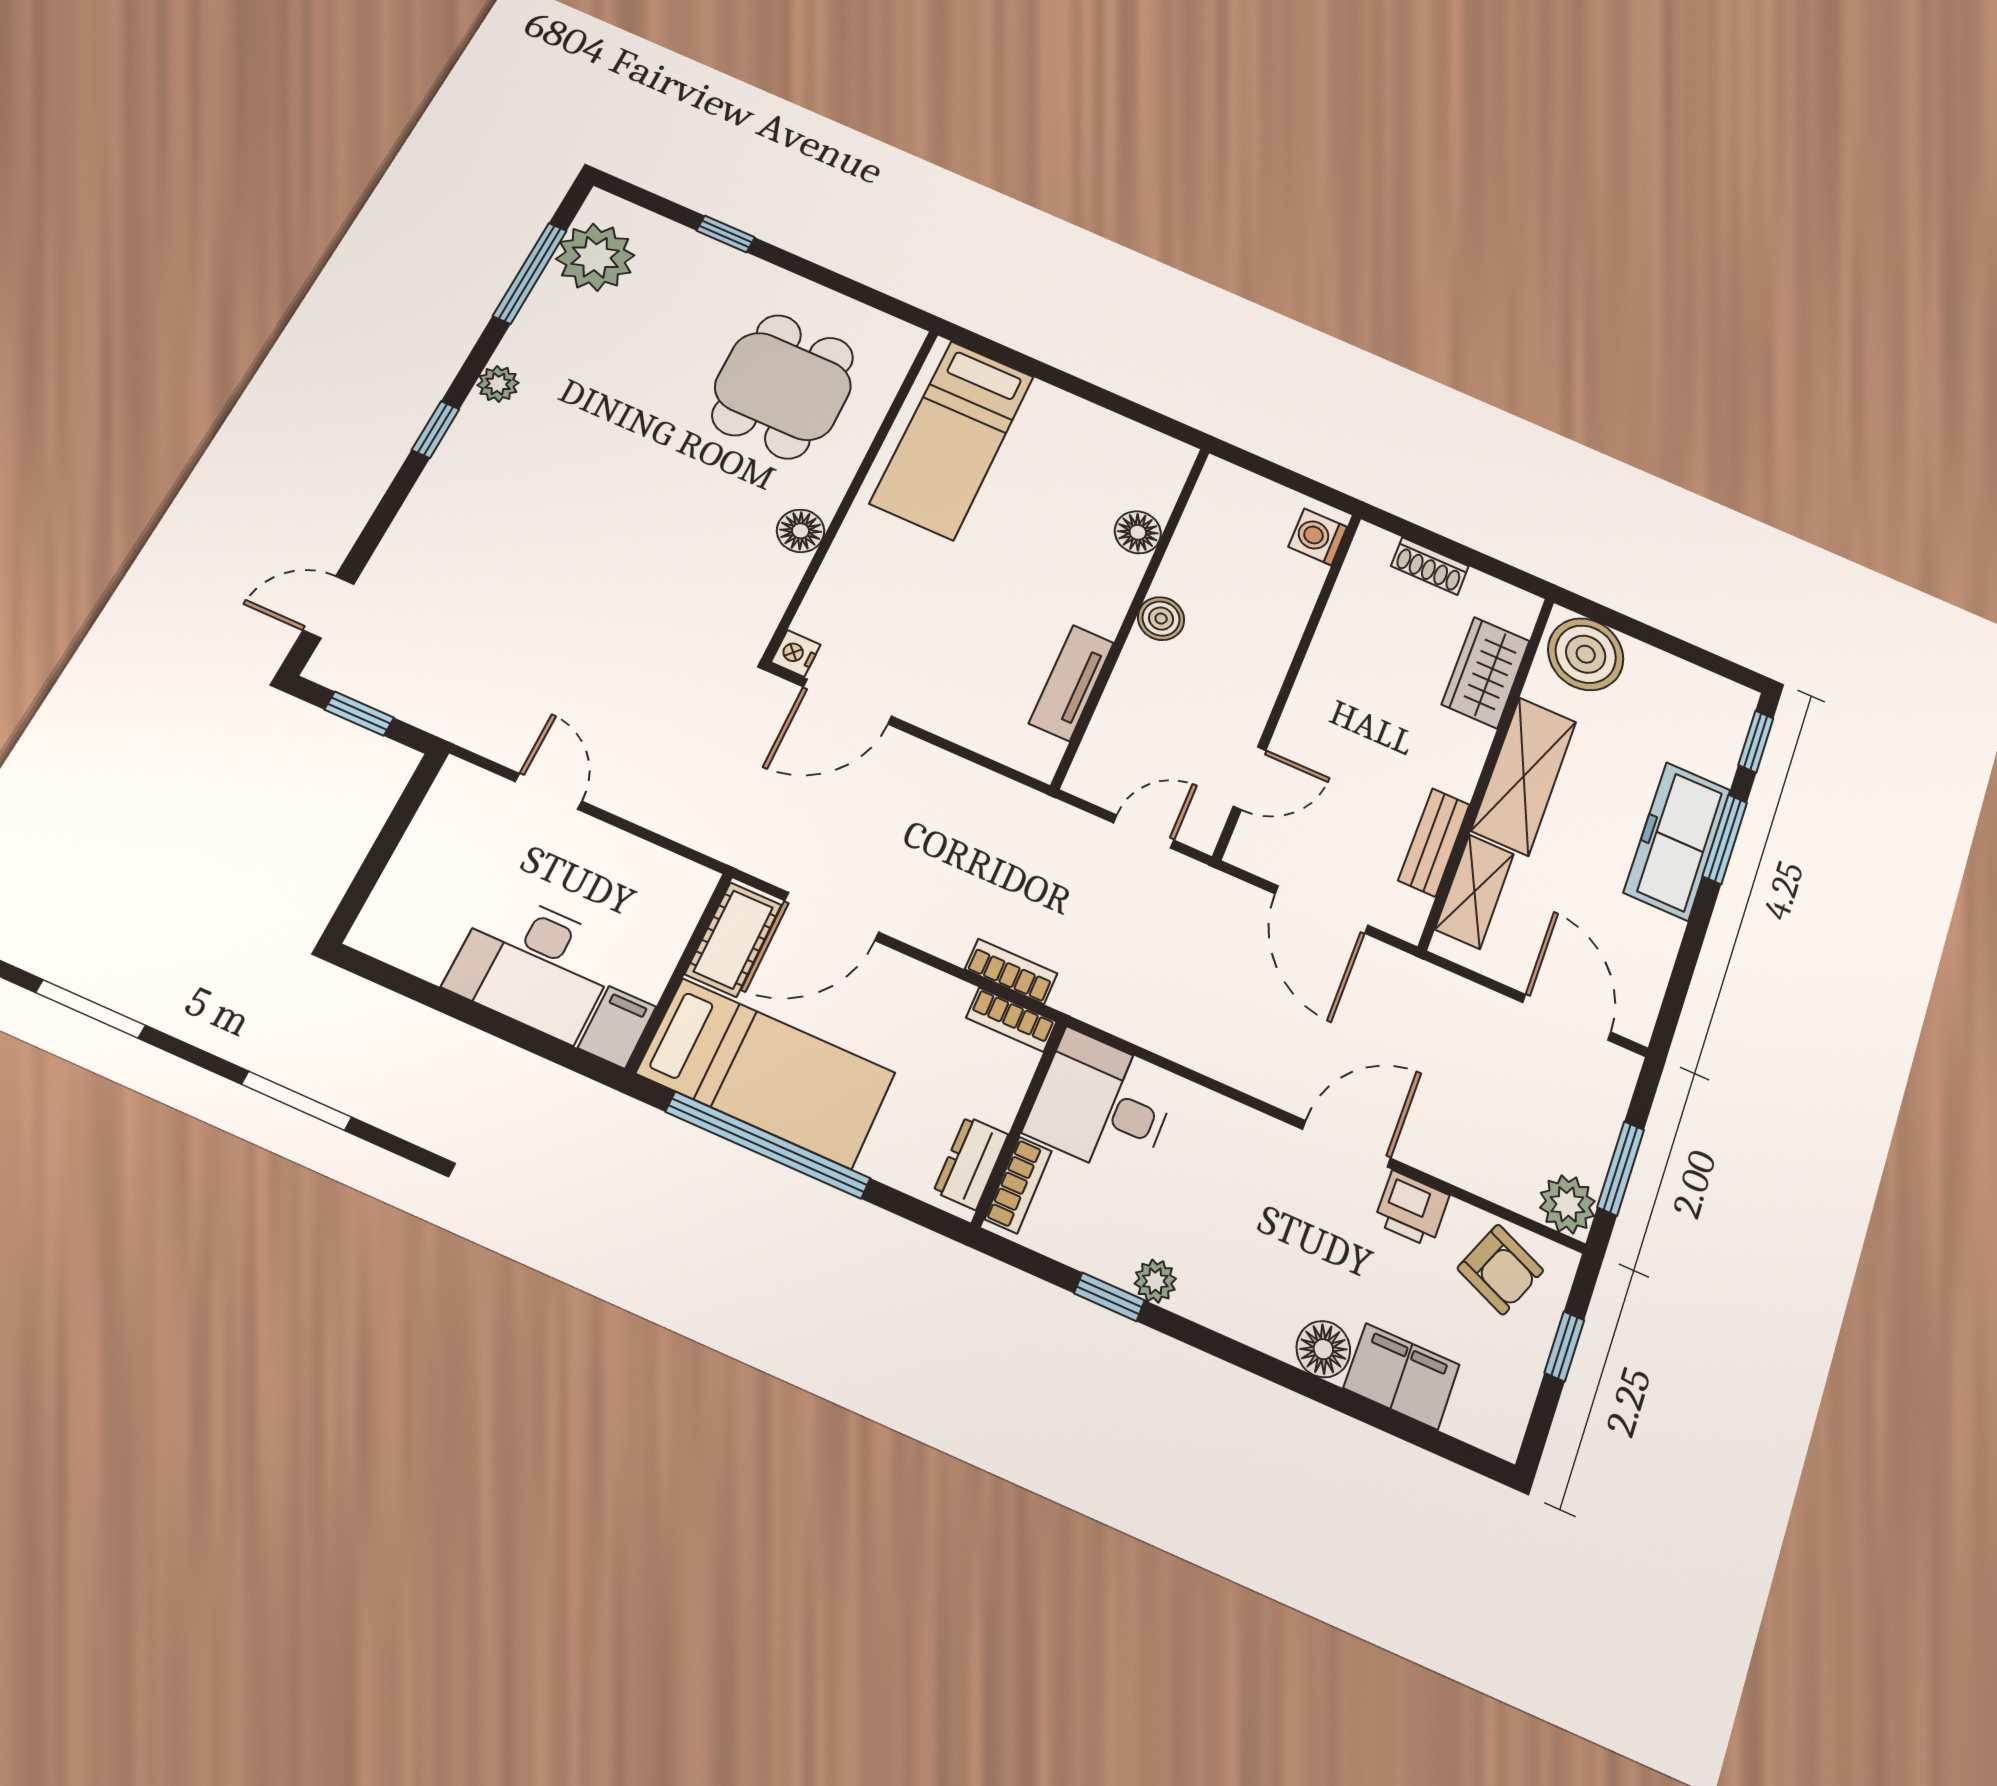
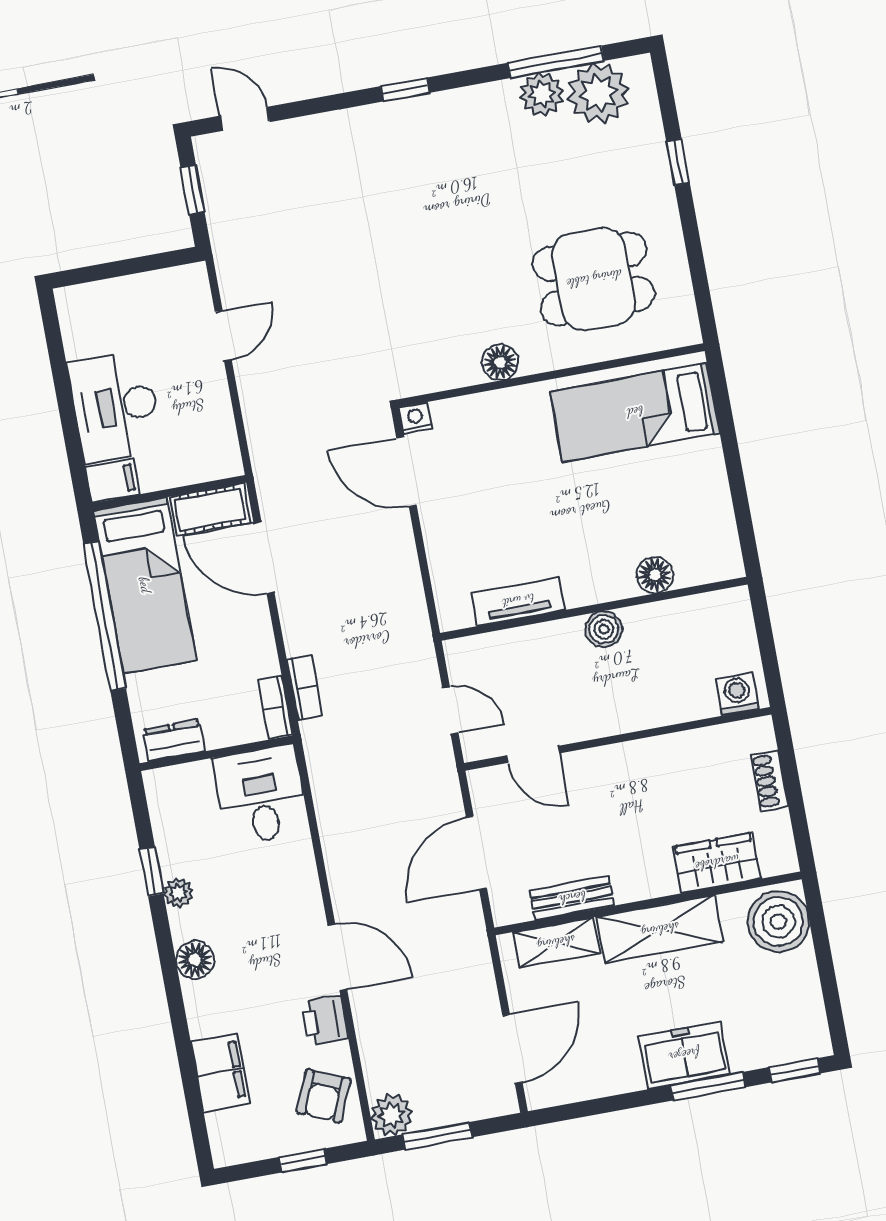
plant: (498, 384) -> (542, 94), moved, width x1.38, depth x1.38
freezer: (1677, 841) -> (684, 1055), width x0.71
bookcase: (1018, 1185) -> (180, 777), removed
floor lamp: (1323, 1349) -> (195, 960), moved

